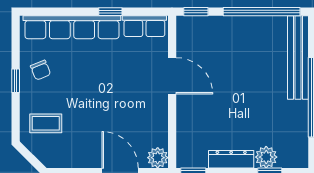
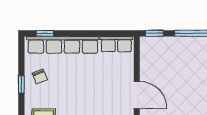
window: (110, 12) -> (45, 33), moved
door: (172, 76) -> (137, 95), moved

